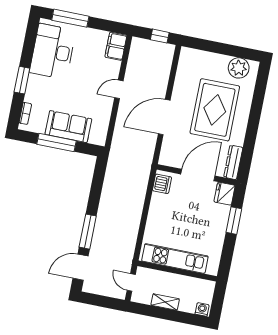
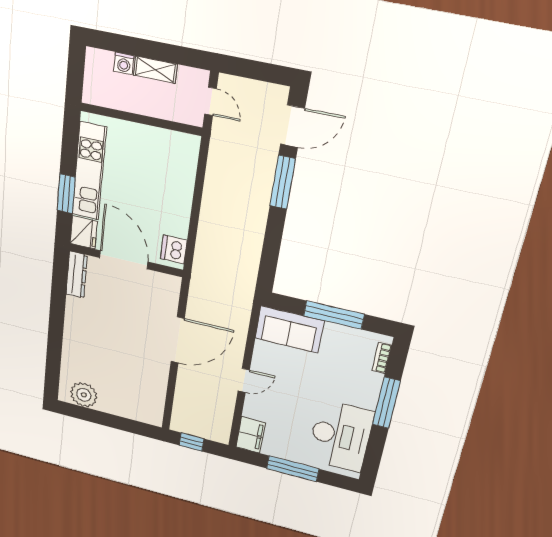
window: (70, 18) -> (293, 469), moved
window: (22, 80) -> (386, 403), width x1.44
rug: (215, 110) -> (109, 345), removed
sofa: (68, 127) -> (289, 329), moved
door: (198, 175) -> (124, 260), swing flipped
kitchen unit: (175, 259) -> (89, 171), moved, turned -90
washing machine: (202, 309) -> (124, 63), moved

